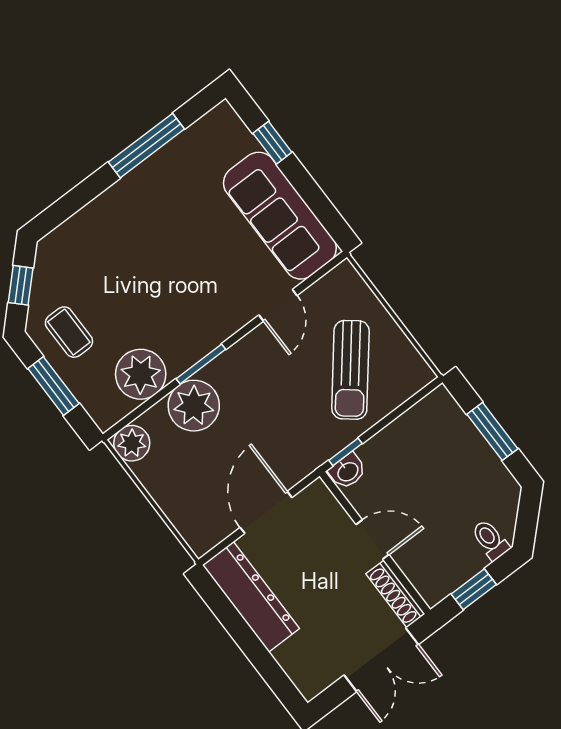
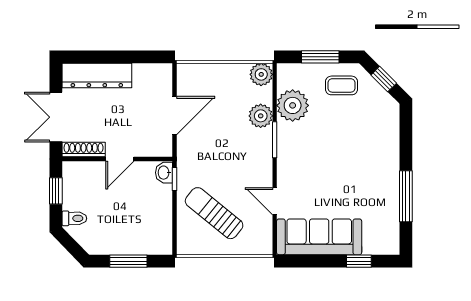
plant: (194, 406) -> (261, 116), width x0.73, depth x0.73
door: (266, 512) -> (175, 116), hinge flipped
dresser: (251, 597) -> (97, 75), moved

